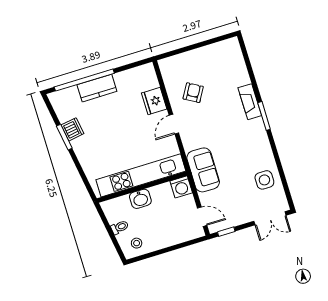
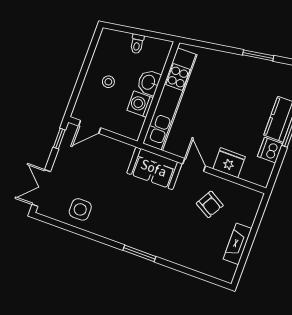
fireplace: (250, 102) -> (237, 244), moved, turned -90
dishwasher: (72, 129) -> (270, 150), moved, turned 99
sofa: (203, 170) -> (154, 168), moved
washing machine: (181, 187) -> (140, 104), moved
stool: (137, 243) -> (108, 82), moved

